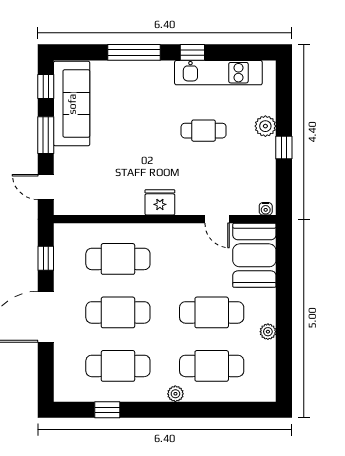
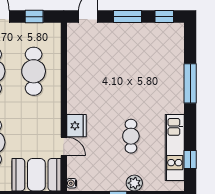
window: (192, 52) -> (190, 160), moved
sofa: (72, 104) -> (151, 36), removed
fridge: (160, 202) -> (76, 126), moved
door: (217, 219) -> (64, 146), swing flipped

